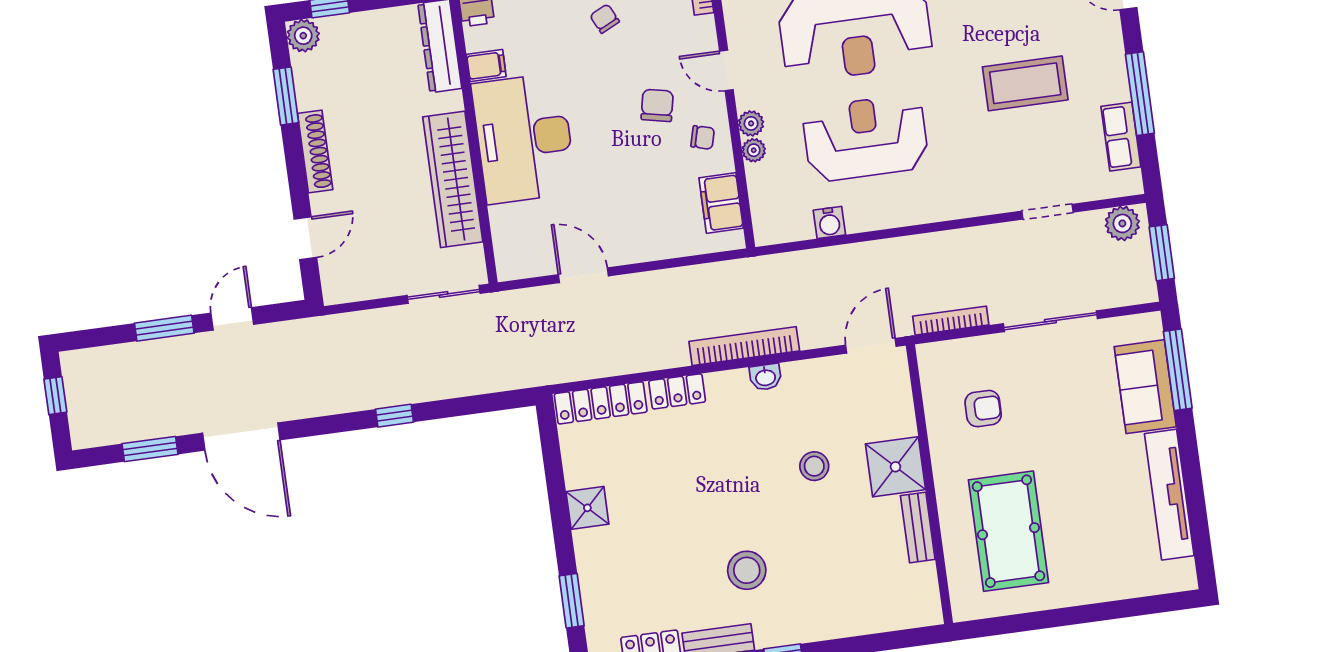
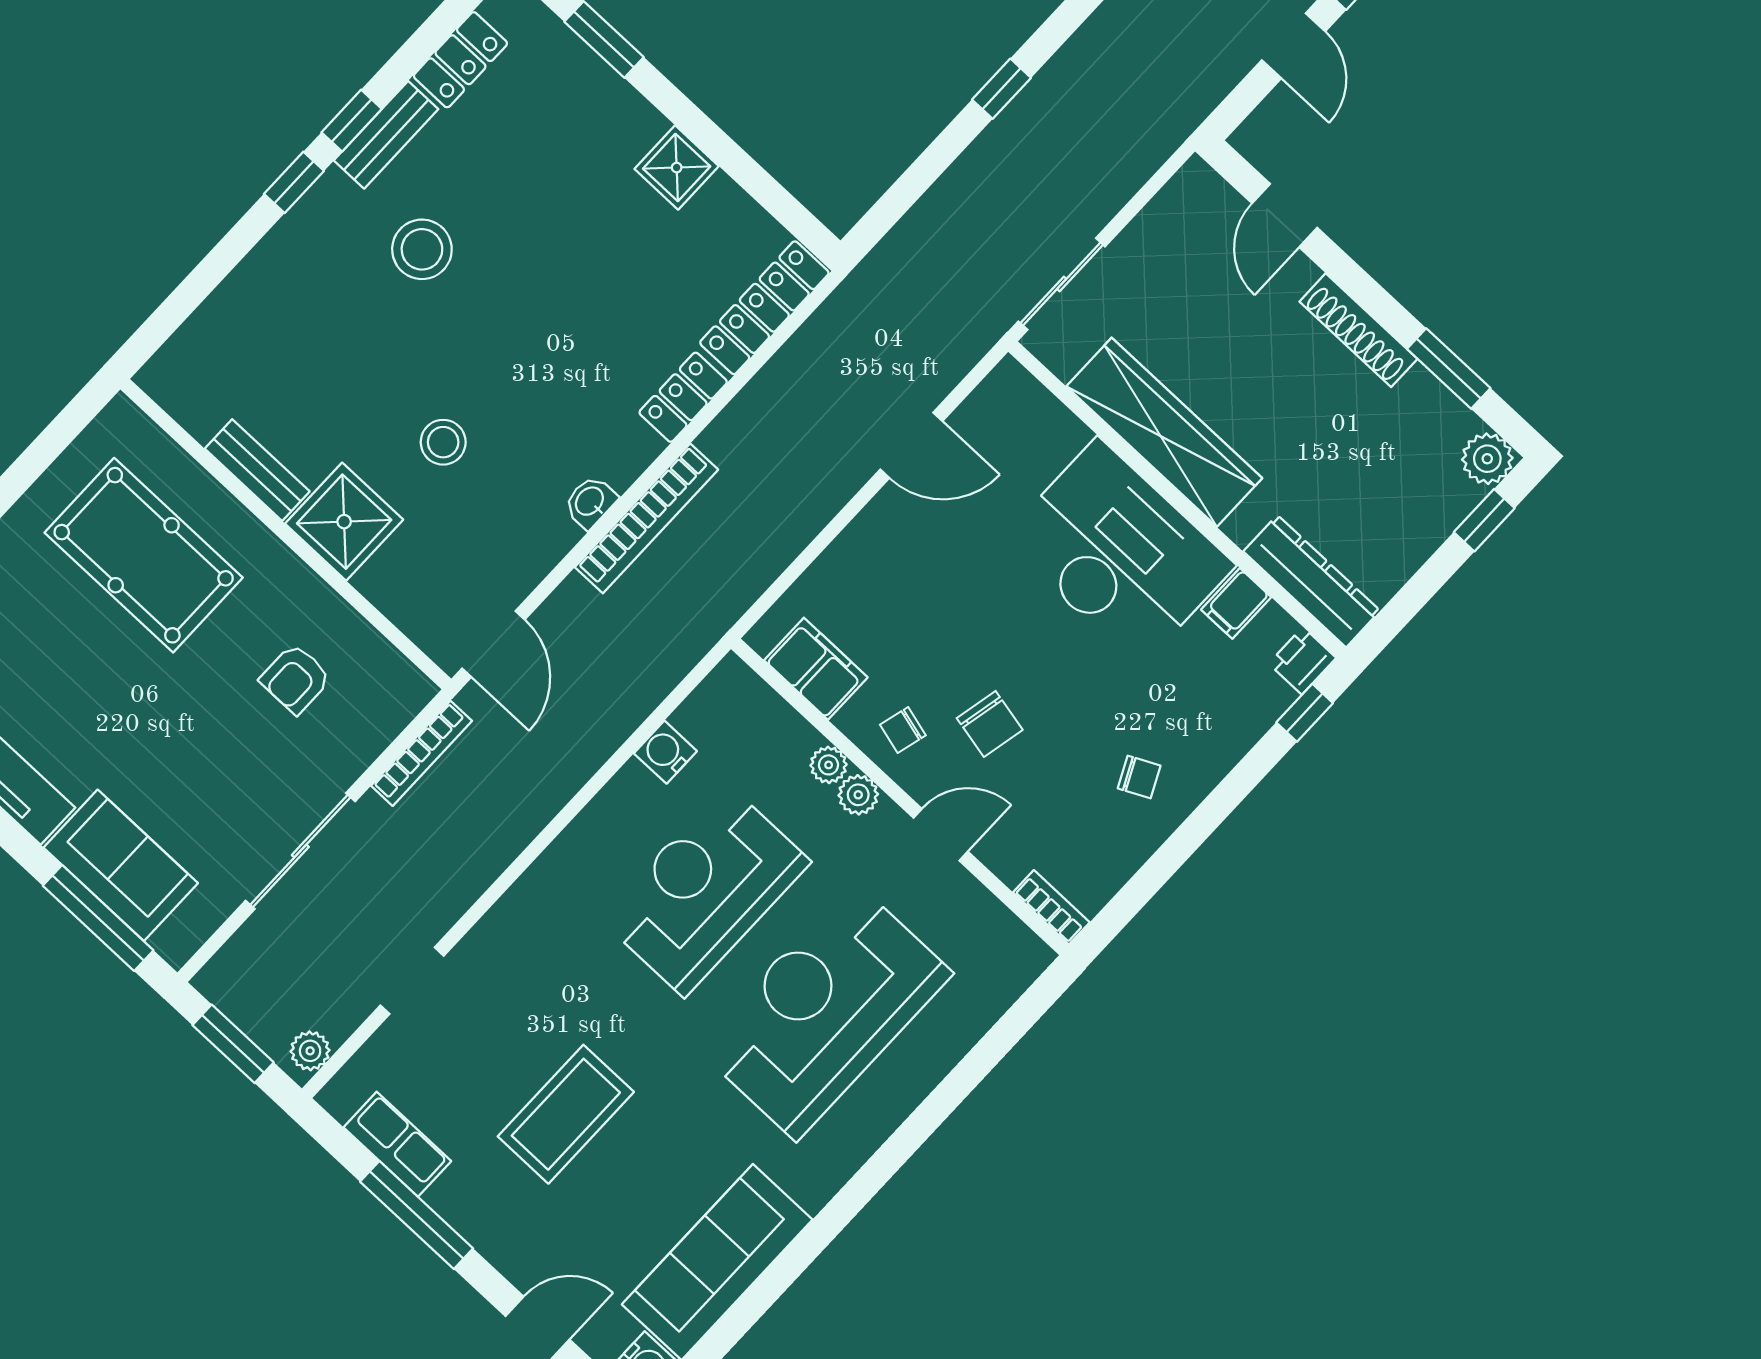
reception desk: (866, 138) -> (705, 890), turned 180
plant: (1122, 223) -> (310, 1051), width x0.73, depth x0.73

